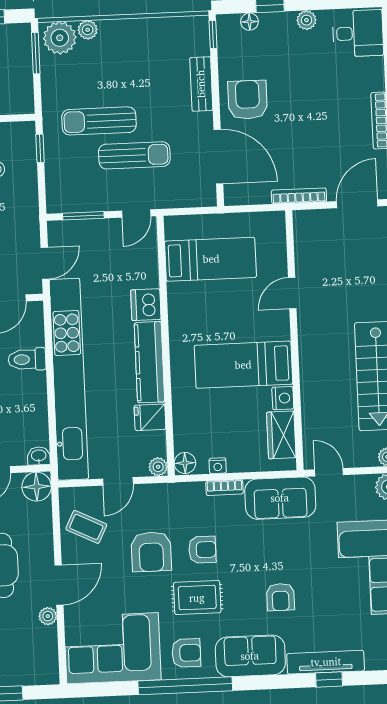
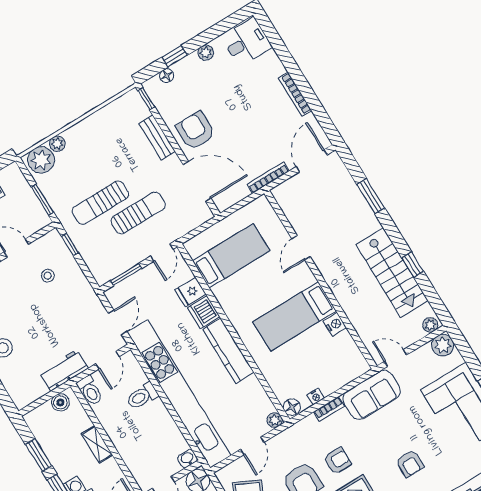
window: (36, 53) -> (42, 200), moved
fridge: (150, 417) -> (191, 292), moved
wardrobe: (281, 435) -> (348, 351), removed

